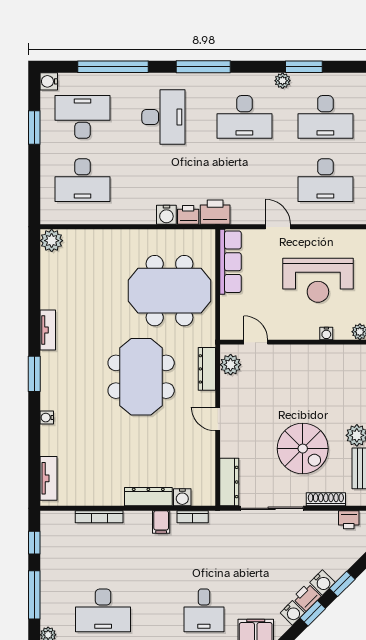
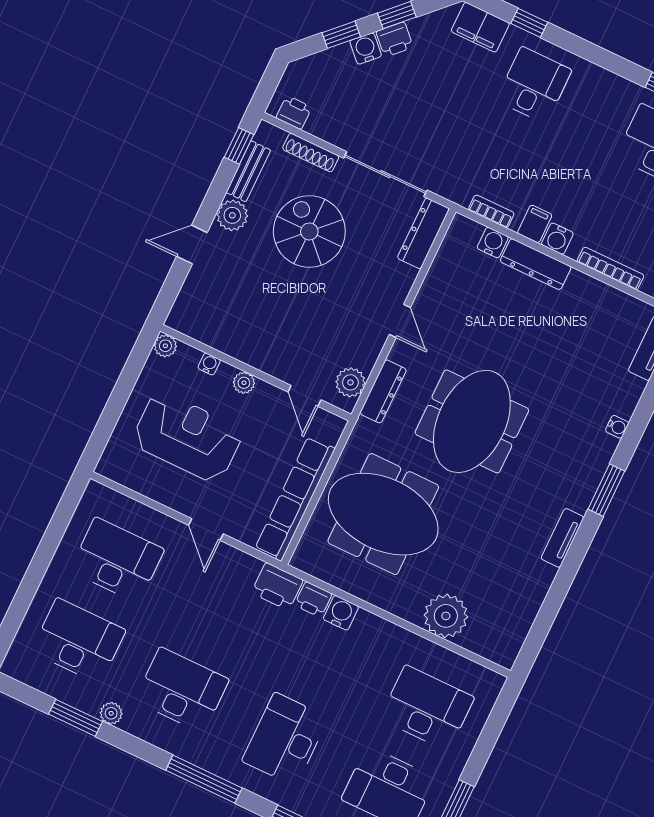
plant: (52, 241) -> (446, 616), moved, width x1.36, depth x1.36
row of seats: (231, 262) -> (295, 499), width x1.36
plant: (298, 332) -> (244, 383), added
water cooler: (292, 613) -> (557, 239), moved, turned -135

